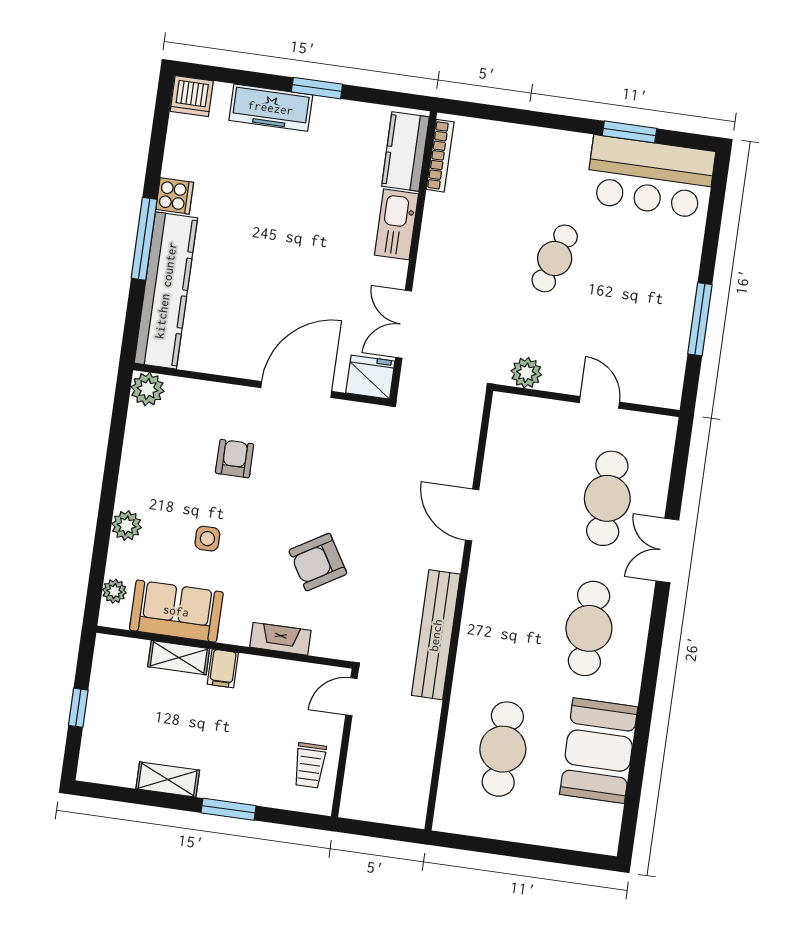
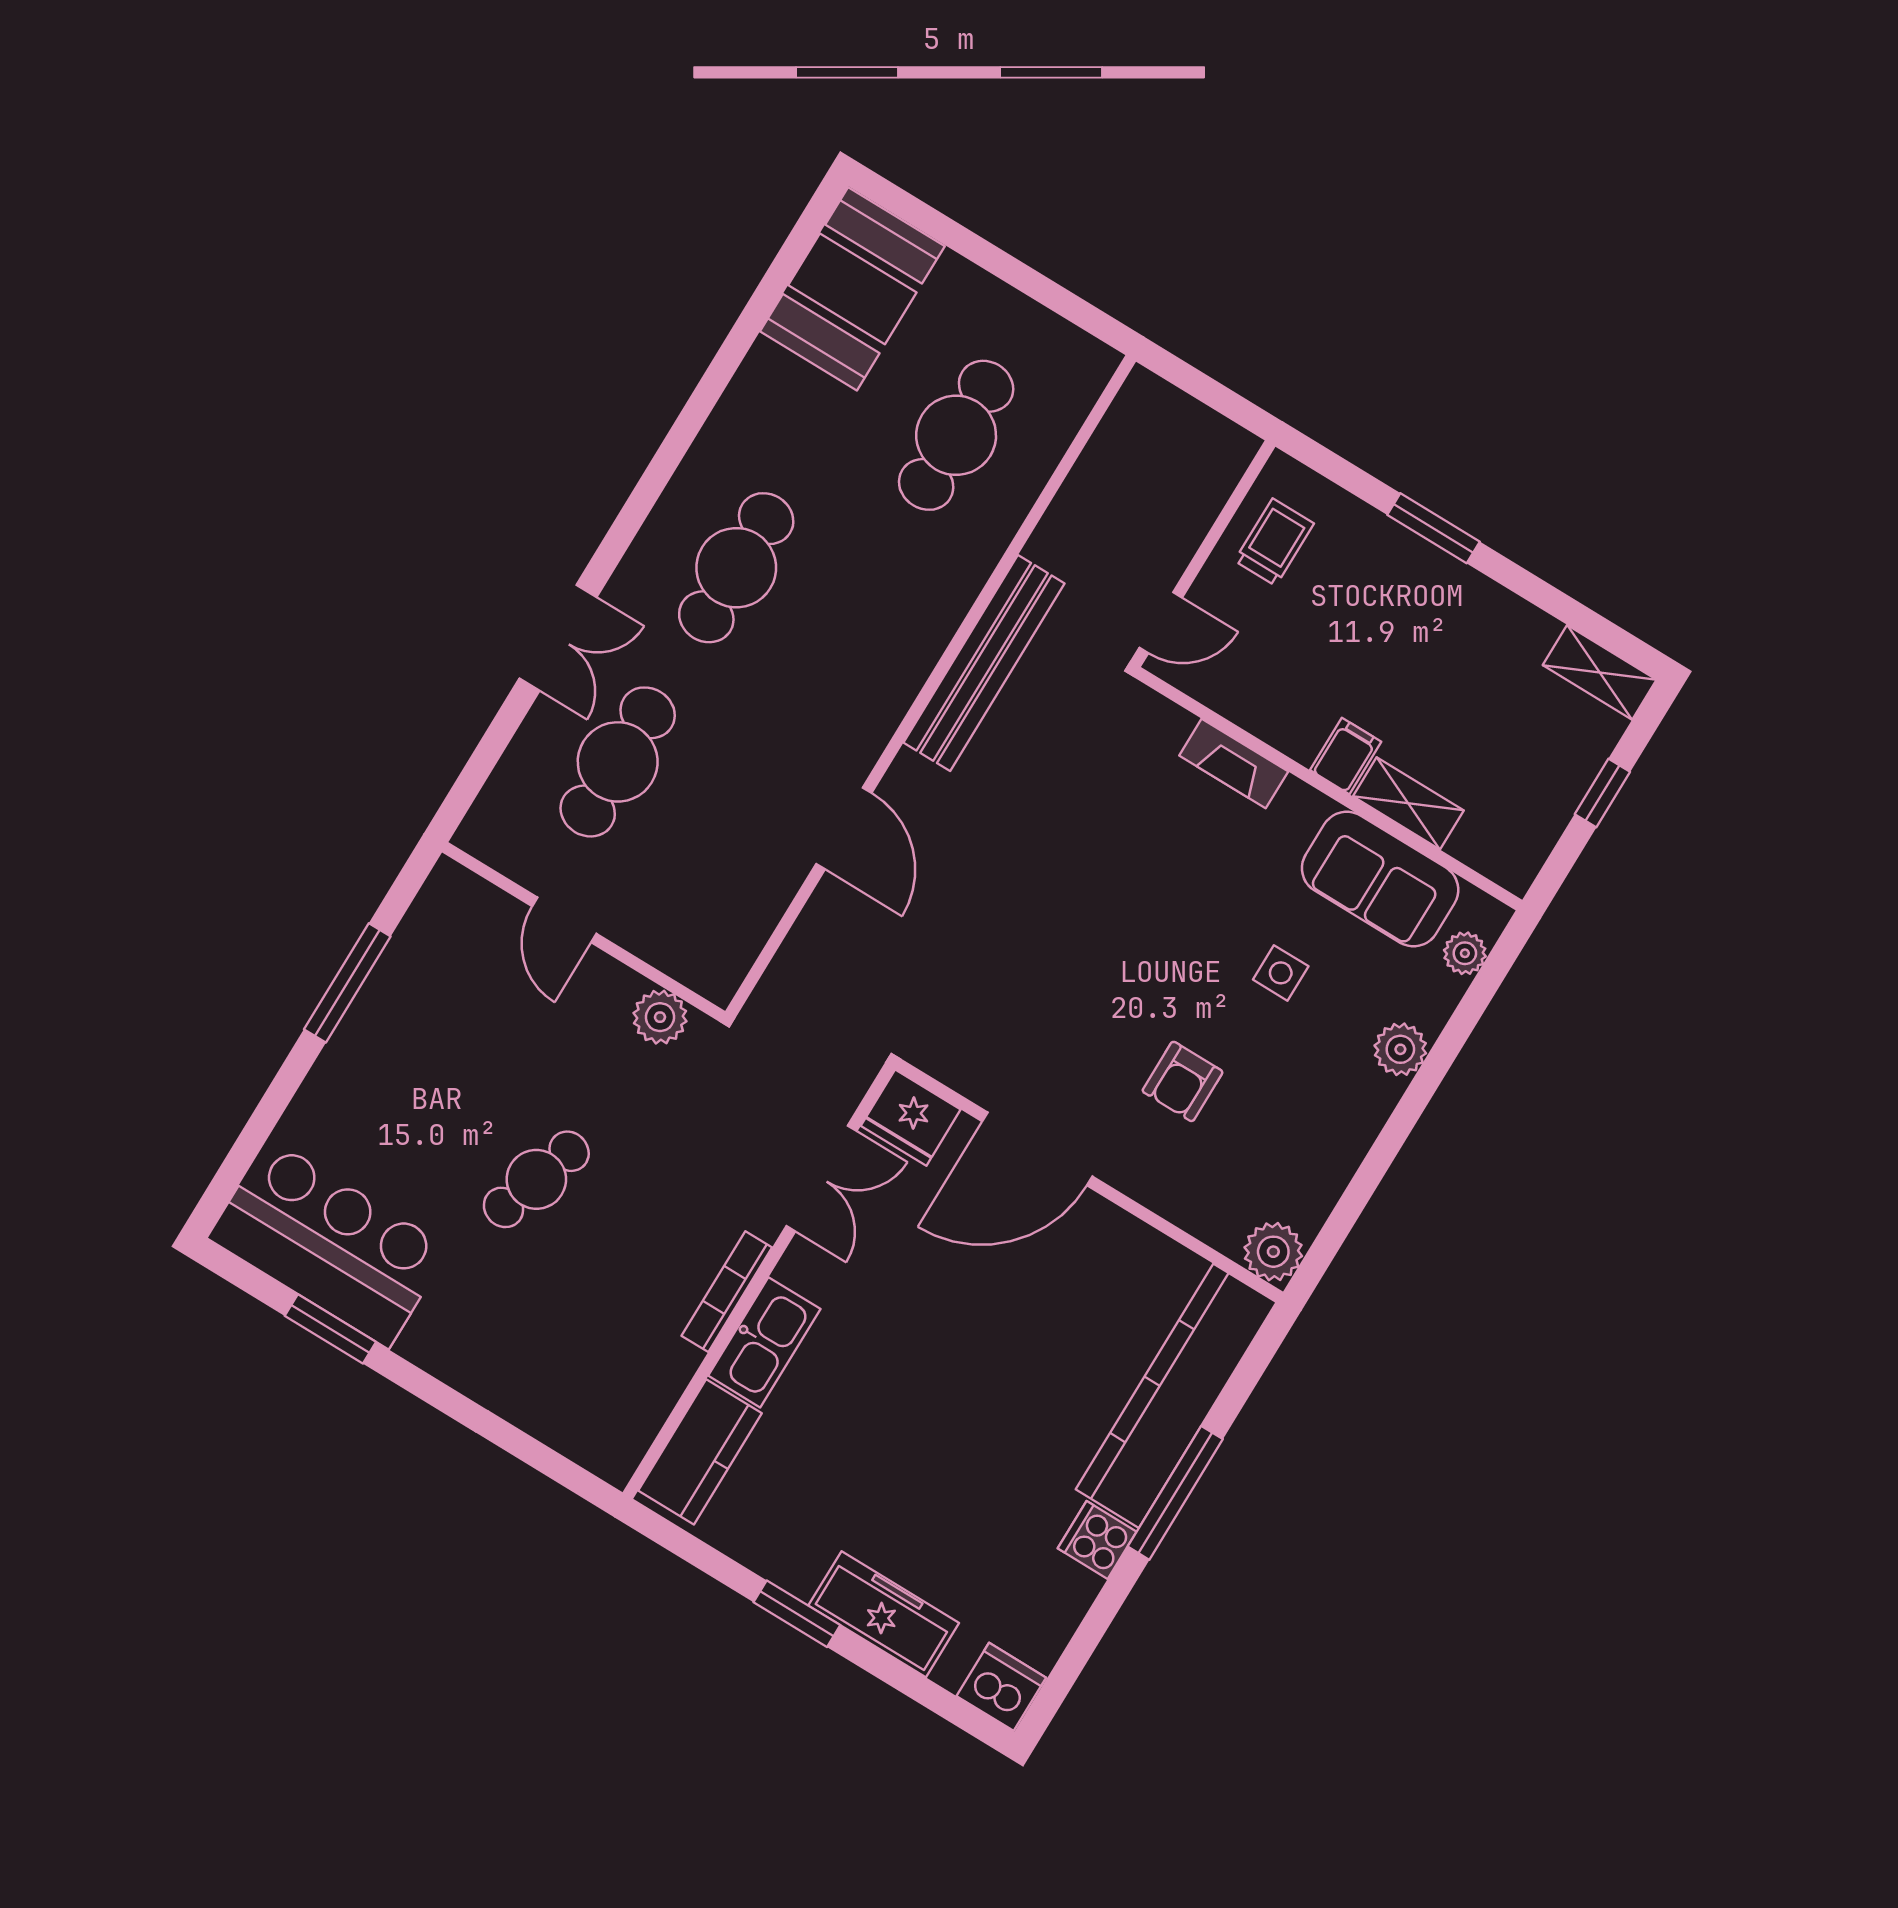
bookcase: (440, 156) -> (727, 1292), moved
armchair: (318, 562) -> (1121, 860), removed
booth: (599, 751) -> (852, 289), moved
shelving: (168, 780) -> (1600, 672), moved

